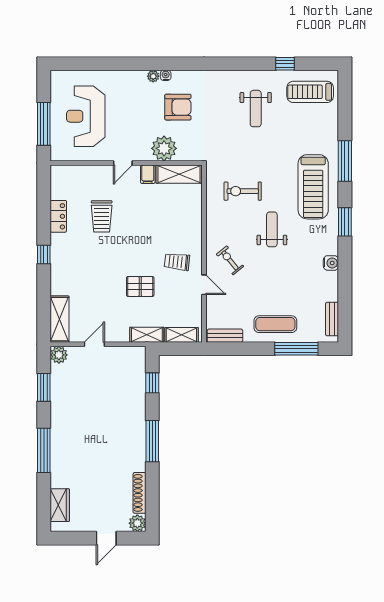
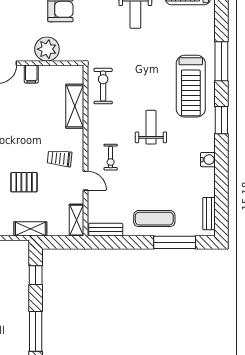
shelving: (179, 174) -> (75, 106), moved, turned 90
exercise bike: (243, 191) -> (103, 86), moved, turned 90
exercise bike: (230, 260) -> (111, 157), turned -141
shelving: (181, 335) -> (76, 220), moved, turned 90

